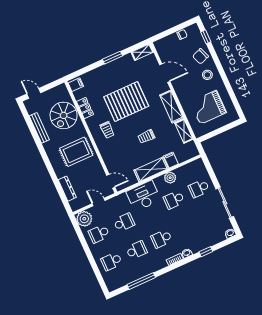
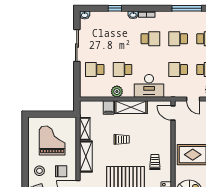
chair: (188, 83) -> (61, 171), added
grand piano: (208, 107) -> (52, 140), turned -90
school desk: (199, 188) -> (95, 70), turned 180
school desk: (174, 200) -> (123, 70), turned 180

